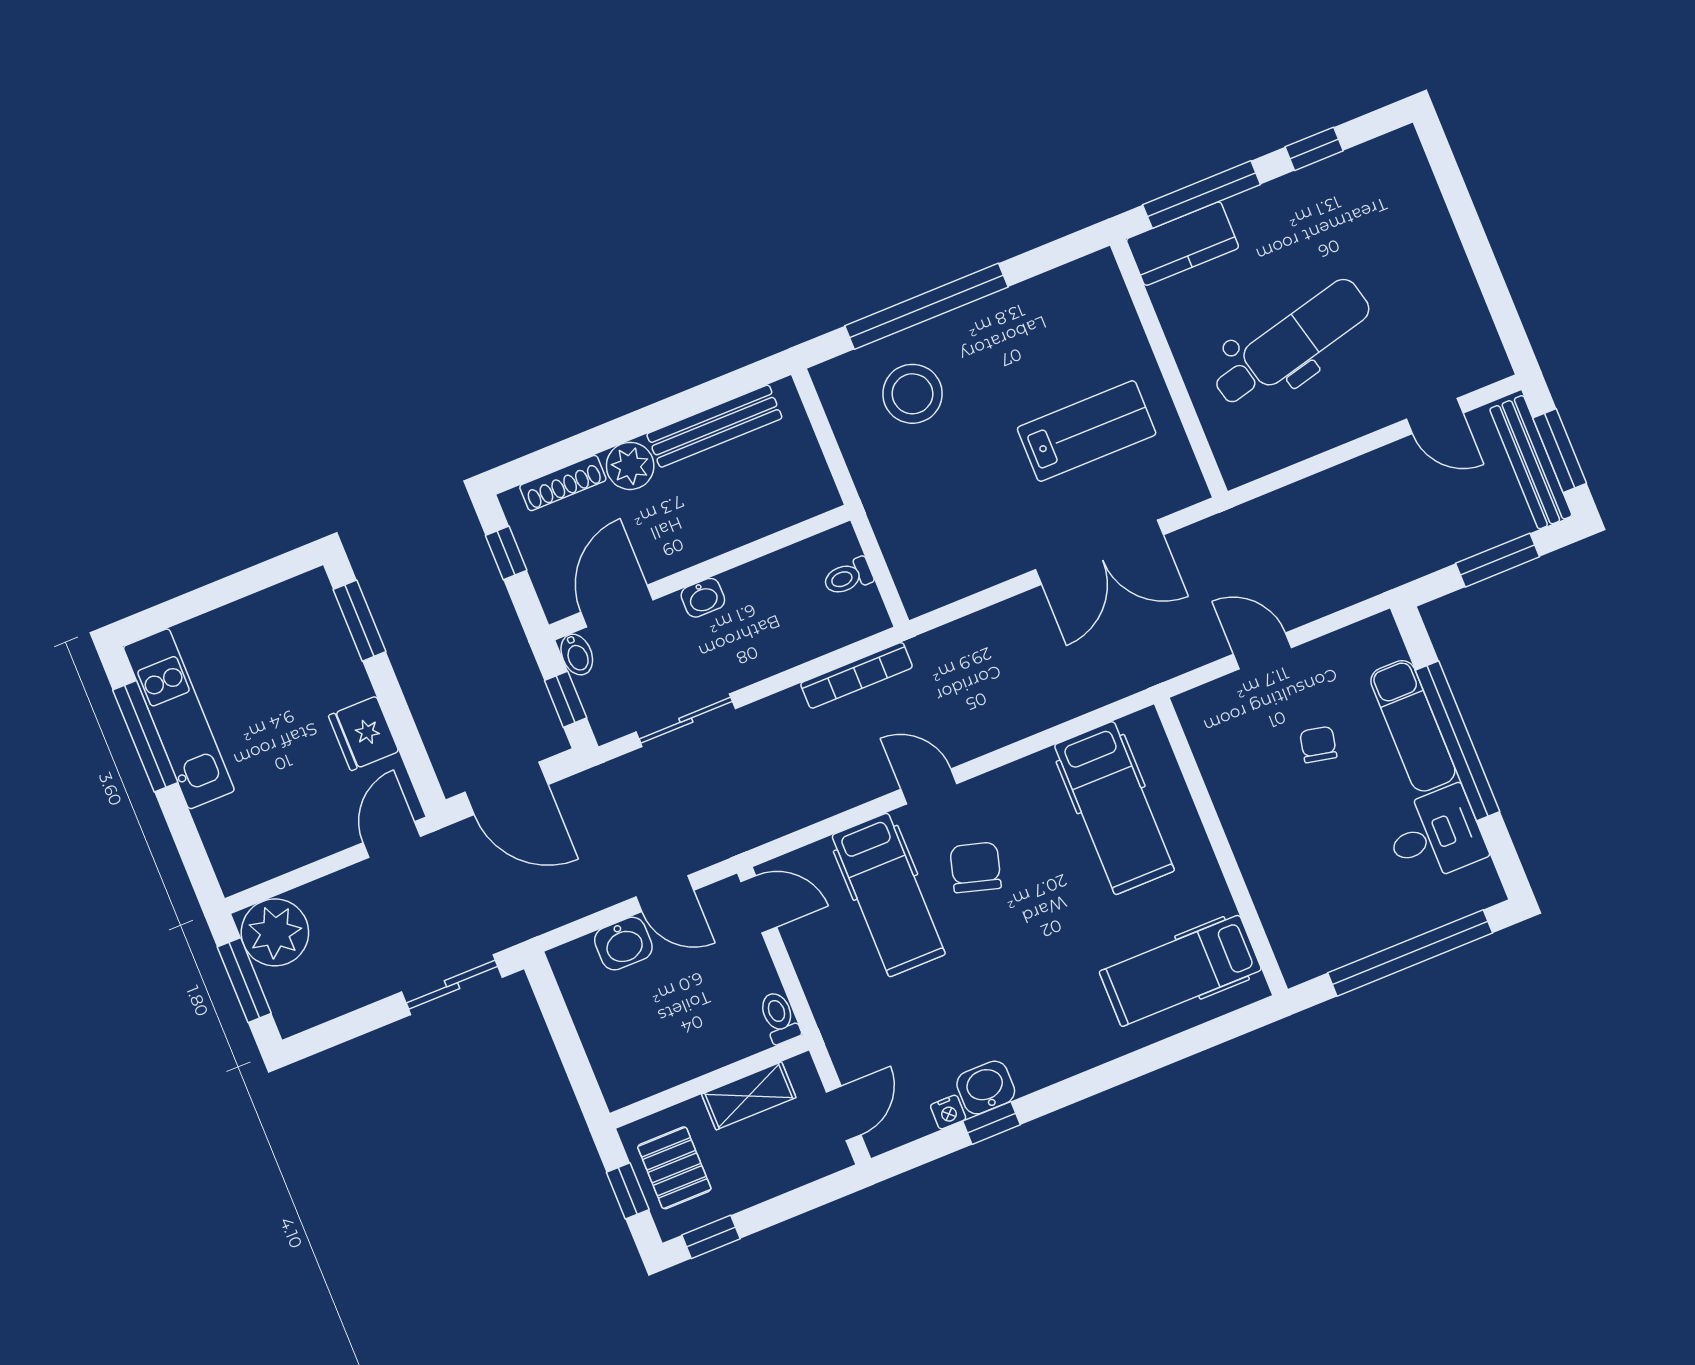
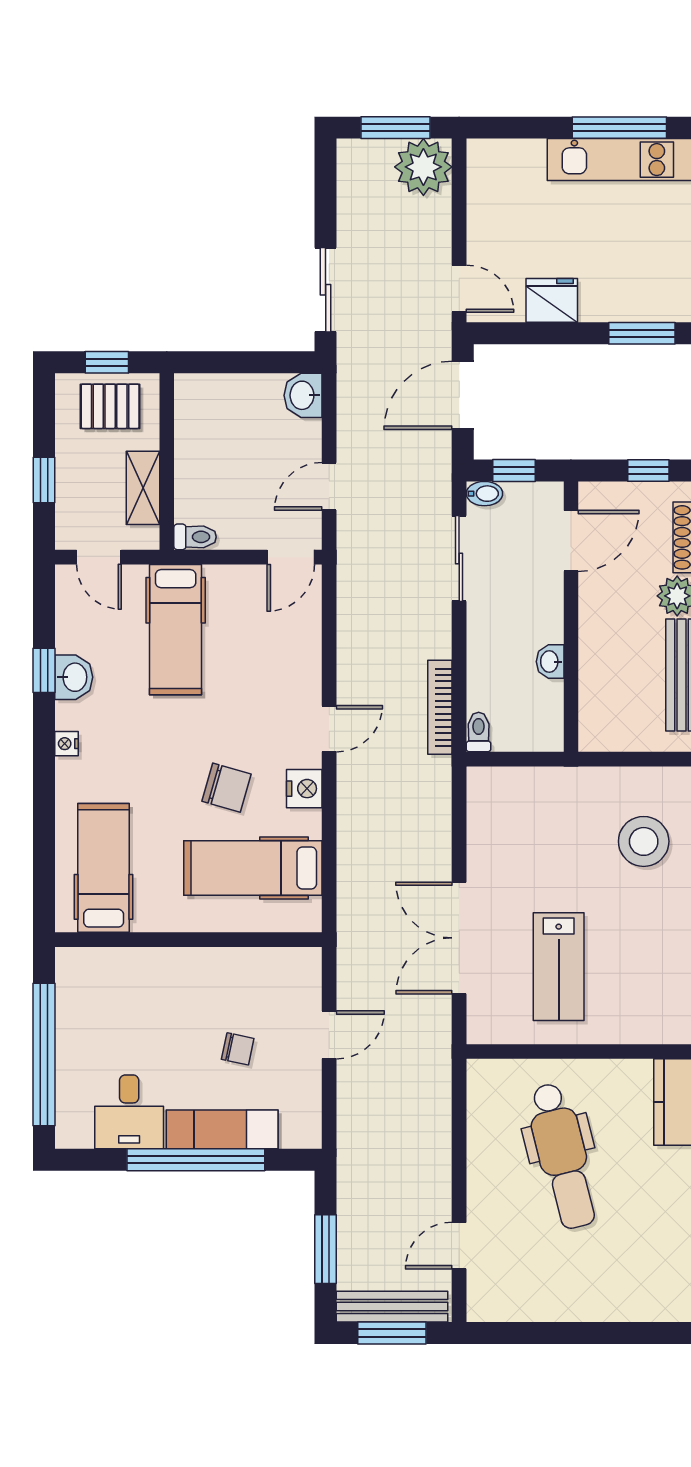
toilet: (848, 577) -> (479, 732), moved
washbasin: (703, 598) -> (550, 662), moved
door: (617, 606) -> (571, 541), hinge flipped
bidet: (577, 655) -> (484, 494), moved, turned 180
nightstand: (1005, 787) -> (304, 789), added
chair: (976, 867) -> (226, 788), moved
hospital bed: (889, 895) -> (176, 630), moved, turned -90
washbasin: (623, 944) -> (303, 395), moved
nightstand: (948, 1112) -> (66, 744), moved
window: (711, 1237) -> (44, 480), moved

